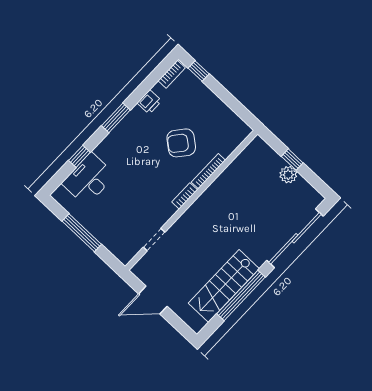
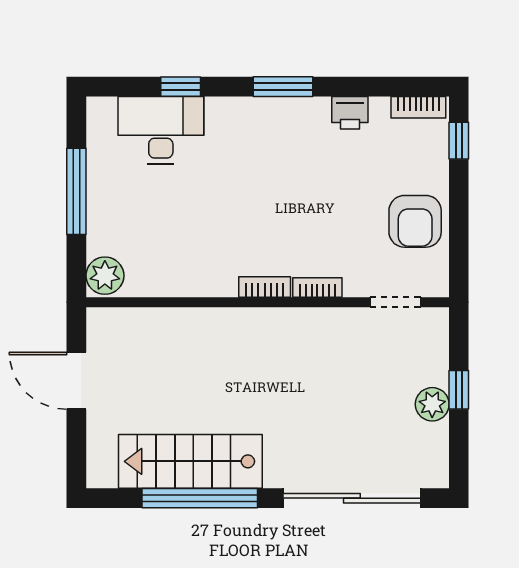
armchair: (181, 143) -> (415, 221), moved, turned -129
bookcase: (208, 171) -> (317, 288), width x0.64
doorway: (154, 240) -> (395, 302), moved
plant: (124, 252) -> (105, 276), added

